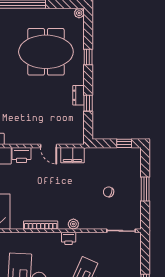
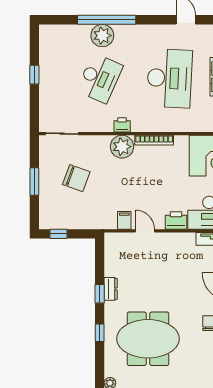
window: (88, 103) -> (100, 294), moved
filing cabinet: (73, 155) -> (124, 220), width x0.50
chair: (109, 192) -> (76, 178), width x1.87, depth x1.87
plant: (73, 224) -> (122, 147), width x1.87, depth x1.87

